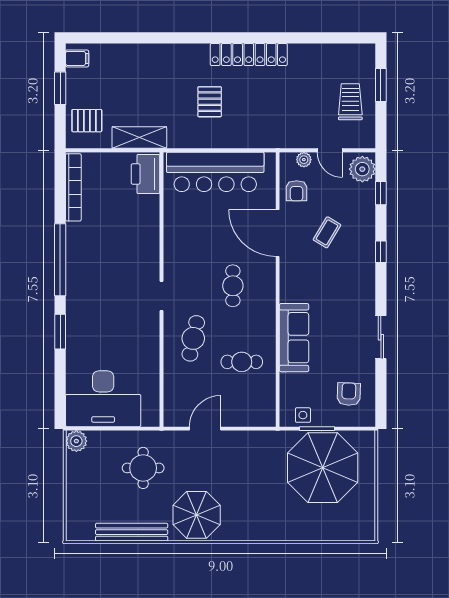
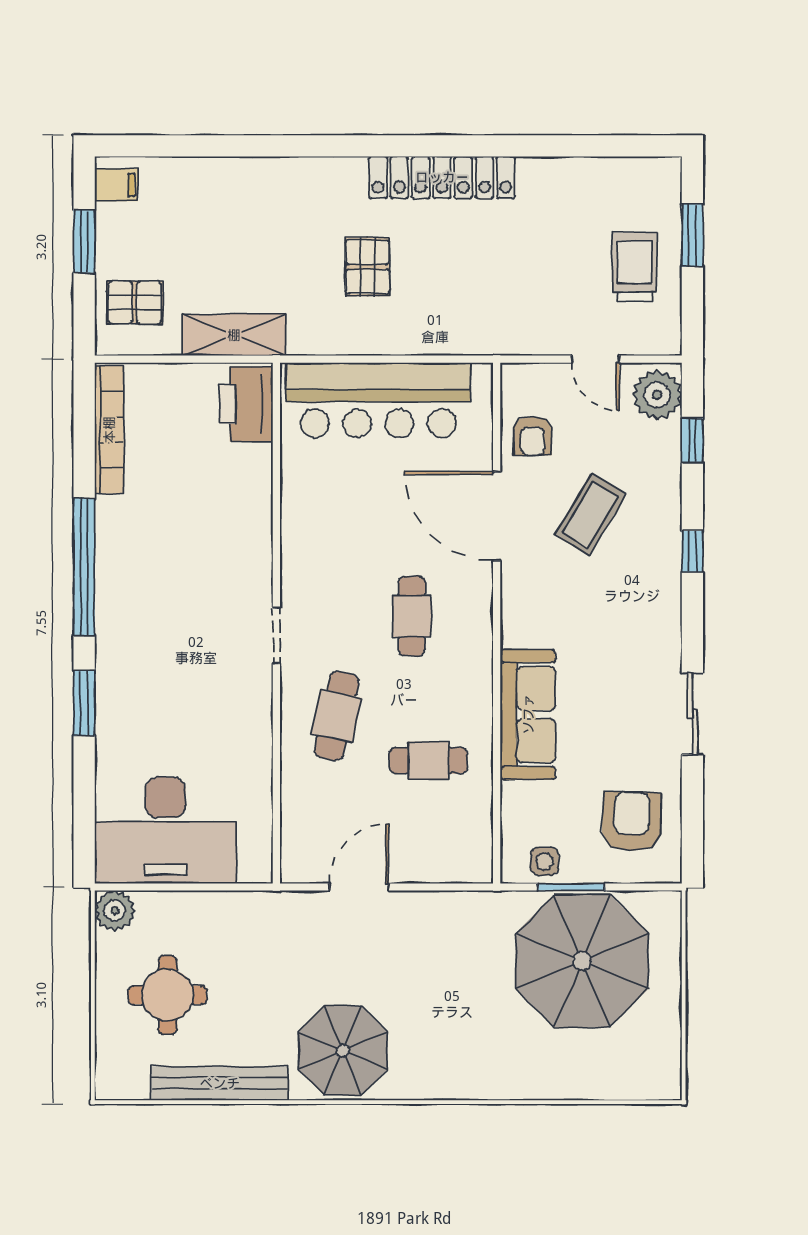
plant: (304, 160) -> (546, 377), removed
coffee table: (327, 232) -> (590, 515), width x1.36, depth x1.30
armchair: (349, 394) -> (632, 821), width x1.38, depth x1.38
round table: (143, 468) -> (168, 995), moved

